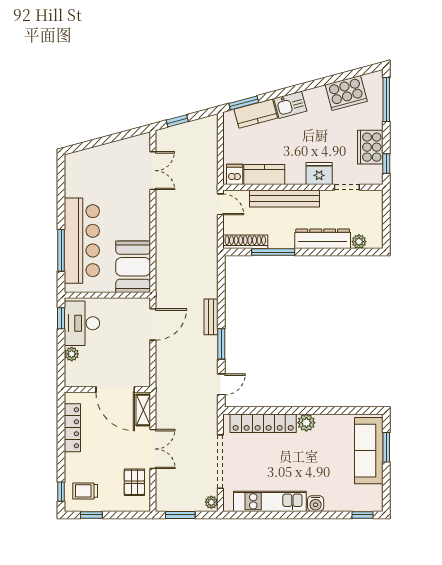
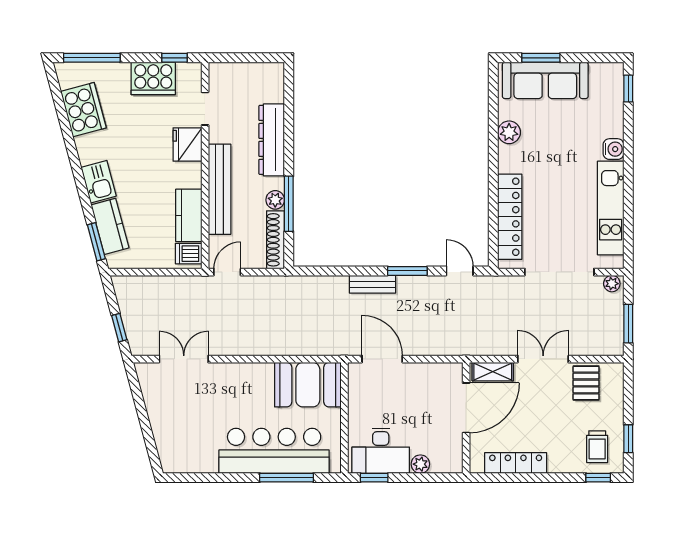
plant: (359, 242) -> (275, 200), moved
plant: (306, 423) -> (509, 132), moved
pallet: (134, 482) -> (586, 383), turned 90

